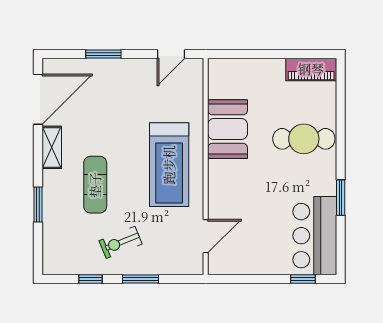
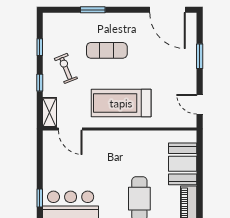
booth: (228, 129) -> (183, 164), moved, turned 90
shelving: (52, 147) -> (50, 112), moved, turned 90
window: (141, 279) -> (40, 83), width x0.67

